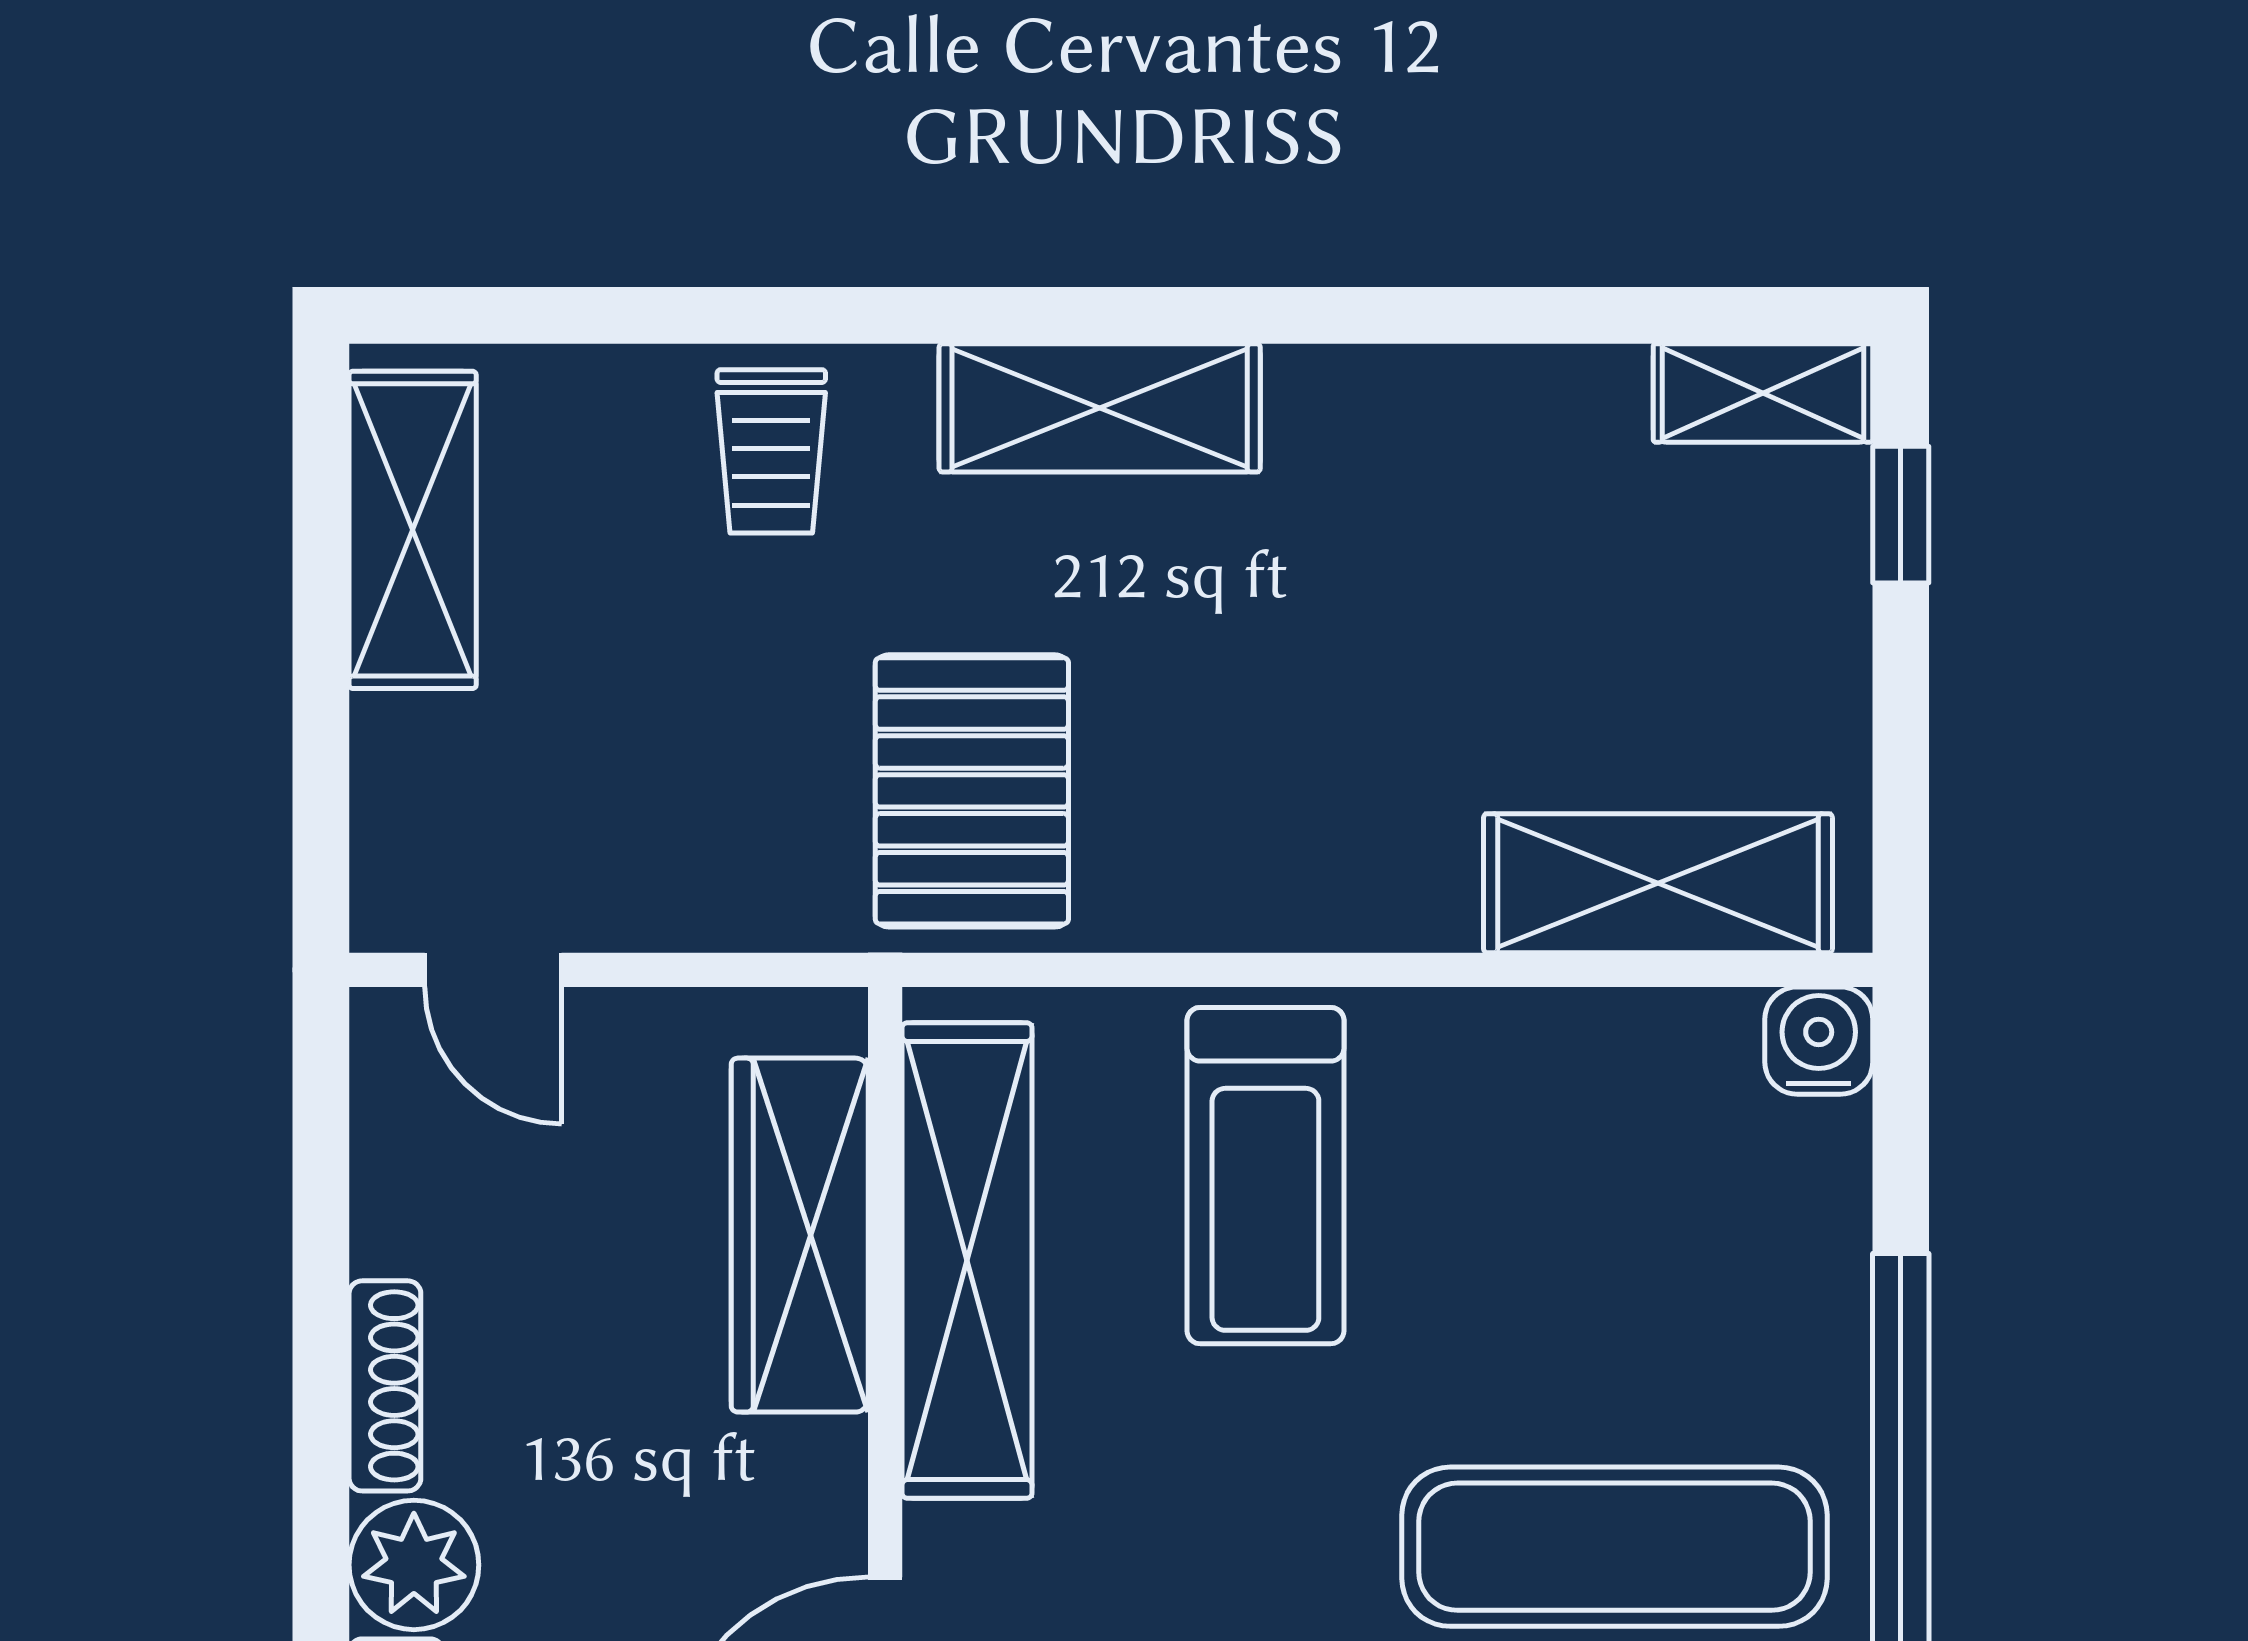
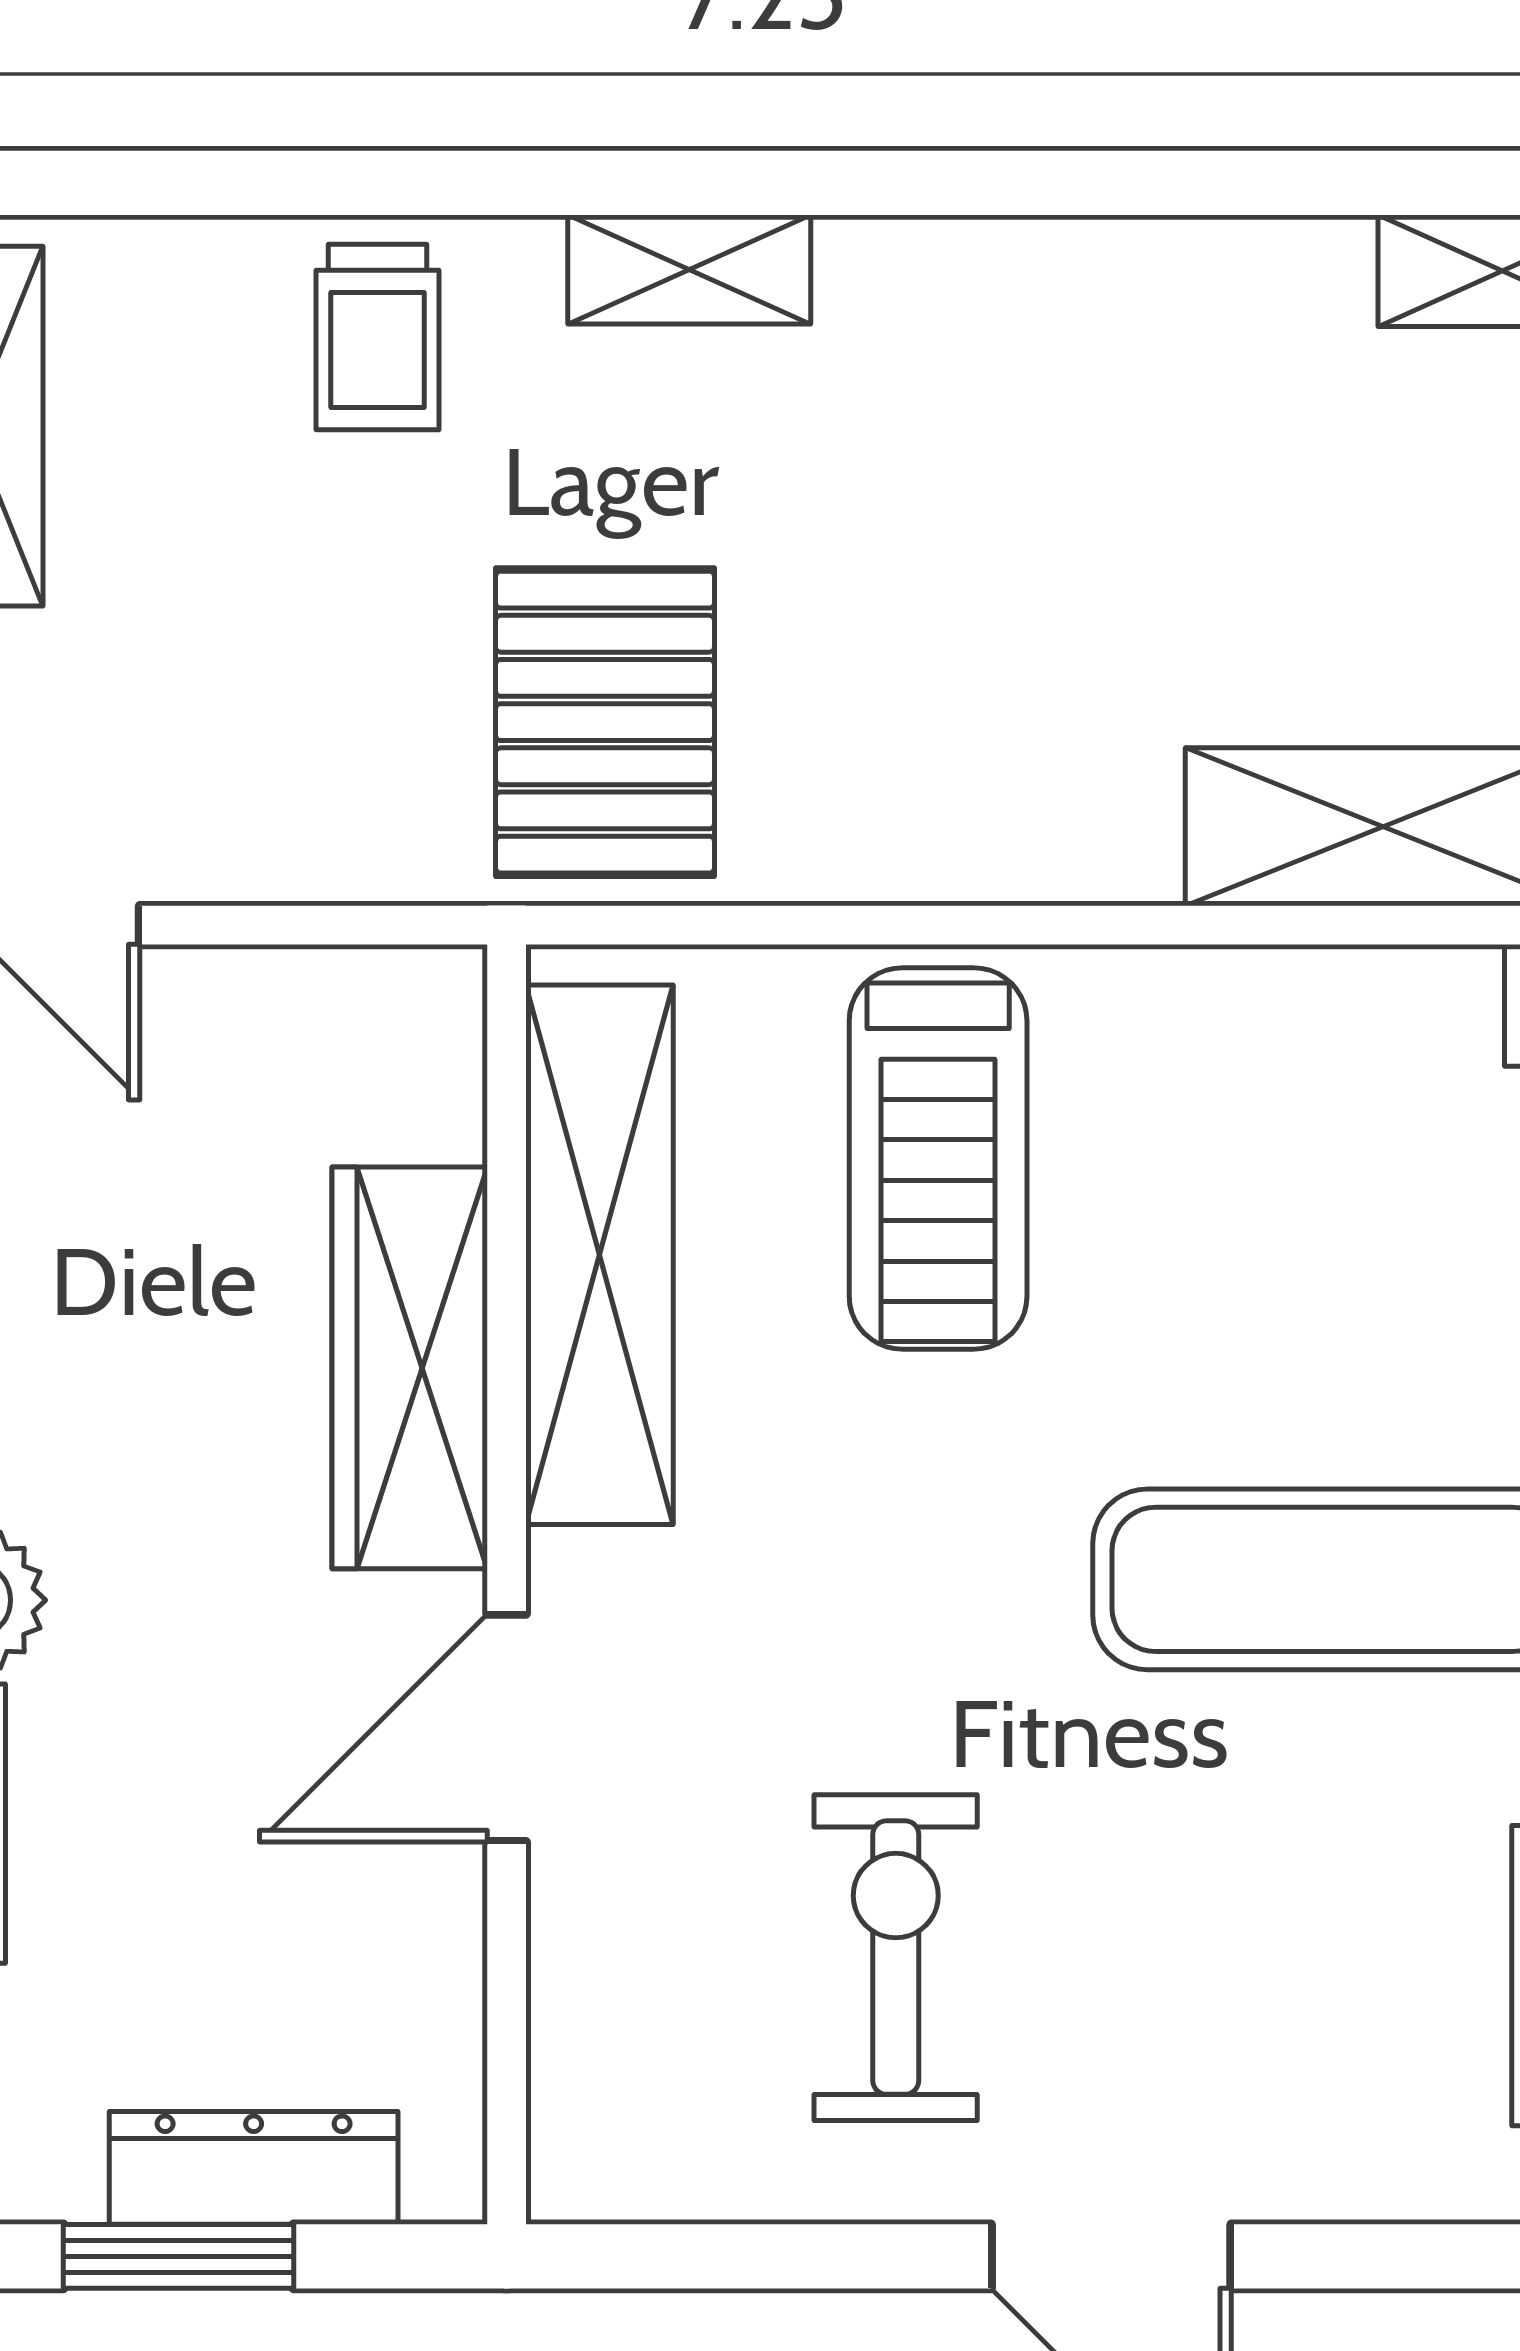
shelving: (1100, 408) -> (689, 269), width x0.67, depth x0.75
wardrobe: (800, 1235) -> (410, 1368), moved

